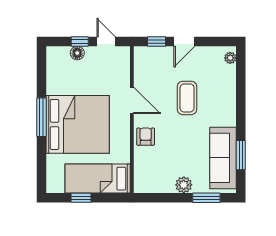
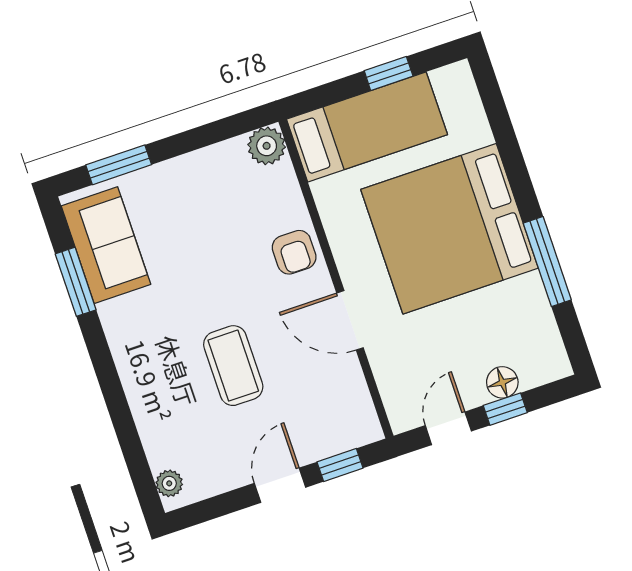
door: (106, 41) -> (448, 428), swing flipped
window: (41, 117) -> (547, 261), moved
sofa: (223, 158) -> (106, 245), width x0.73
plant: (184, 185) -> (267, 146), moved

